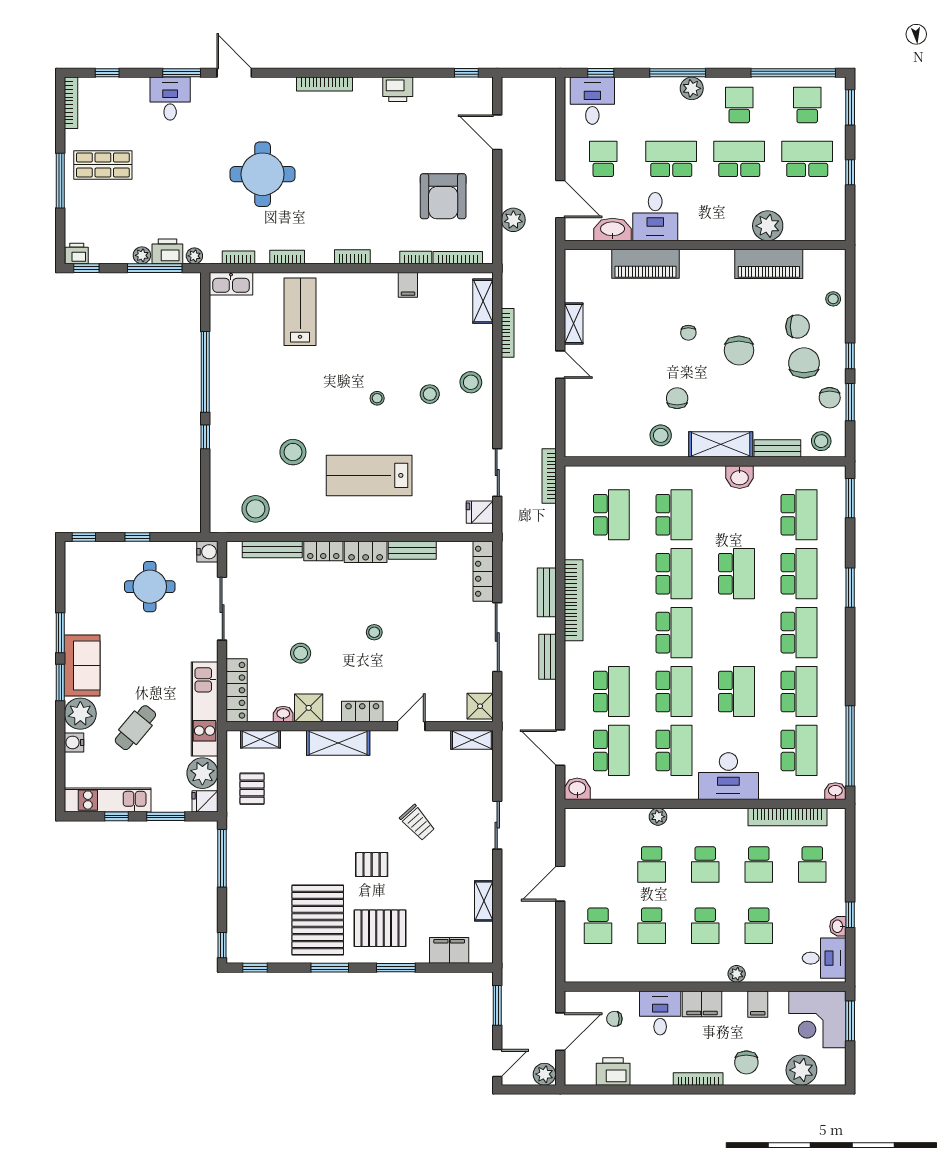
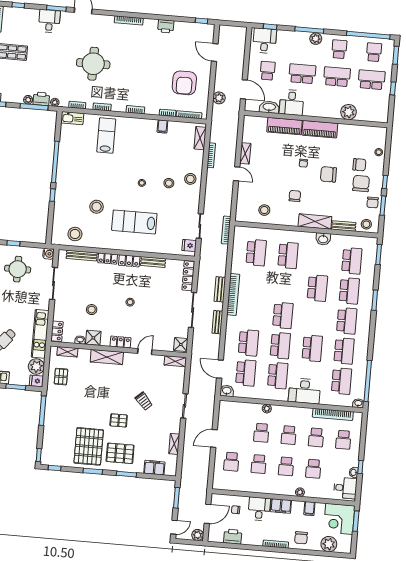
piano: (769, 264) -> (320, 129), moved
chair: (739, 350) -> (328, 174), turned 90
stool: (661, 435) -> (264, 210), moved
school desk: (674, 574) -> (285, 285), removed
locker: (237, 690) -> (57, 331), width x0.66

